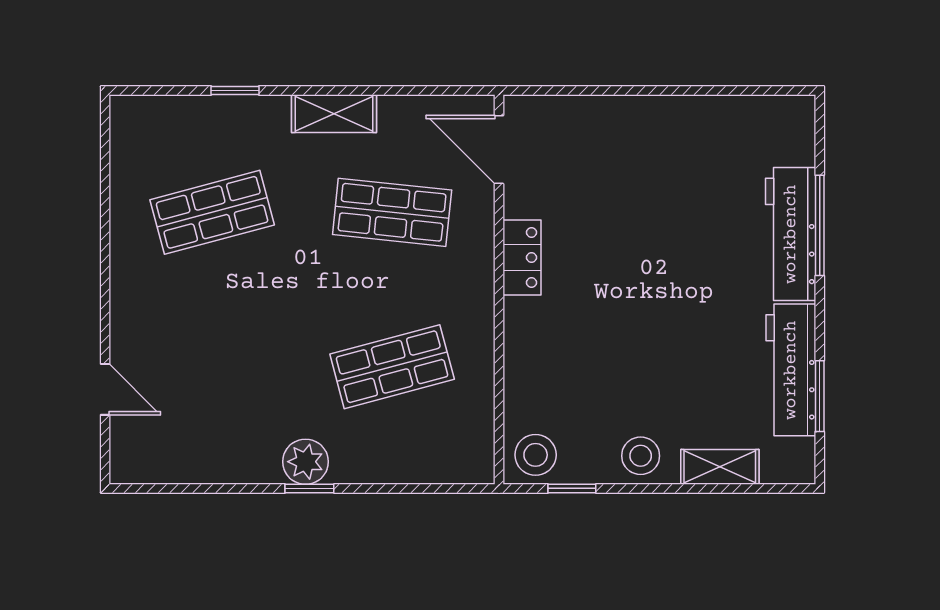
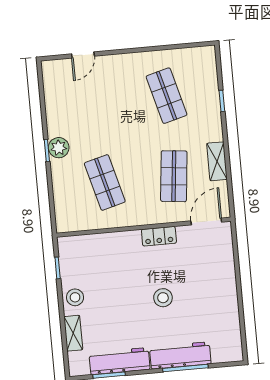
shelving: (334, 114) -> (217, 161), moved
stool: (536, 455) -> (163, 298), moved

